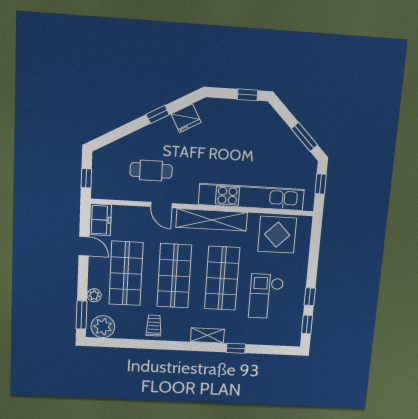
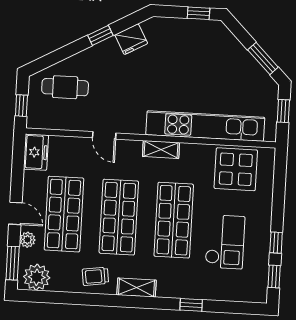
cafe table: (151, 171) -> (65, 87), moved
shelving: (212, 220) -> (161, 149), width x0.45, depth x0.75
door: (84, 246) -> (15, 213), moved
checkout: (266, 296) -> (225, 242), turned 180
trolley: (154, 326) -> (95, 276), turned -98
shelving: (207, 335) -> (137, 288), moved

